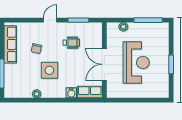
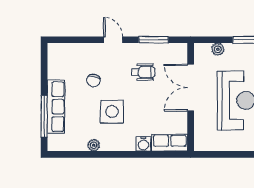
door: (50, 20) -> (113, 40), hinge flipped
row of seats: (10, 44) -> (56, 107), moved
double door: (104, 64) -> (191, 88), moved

